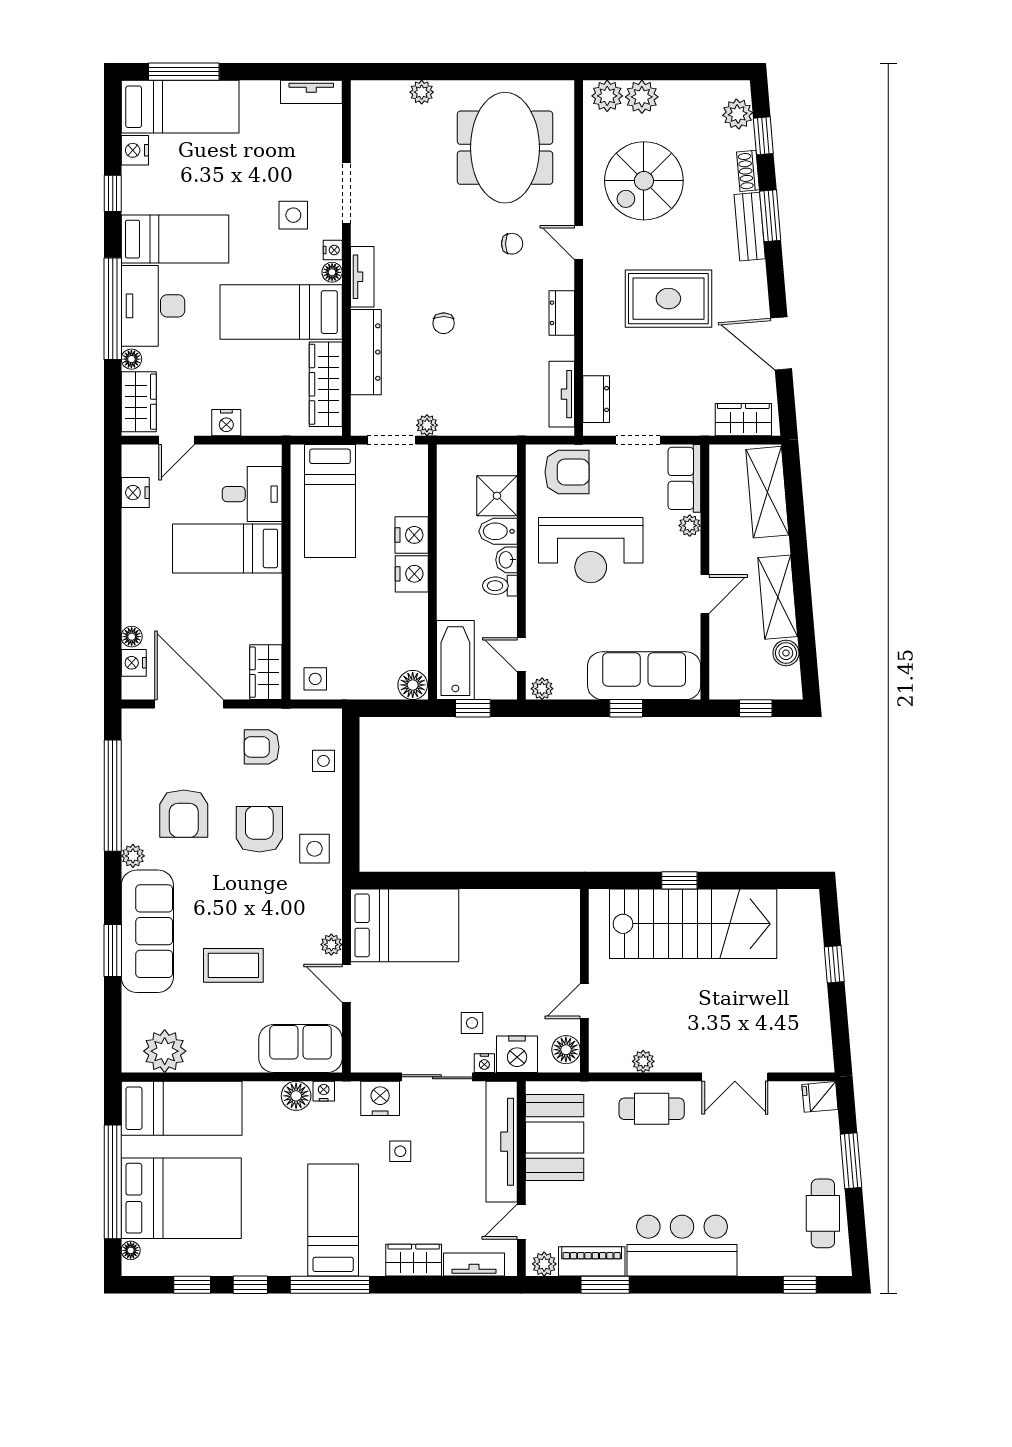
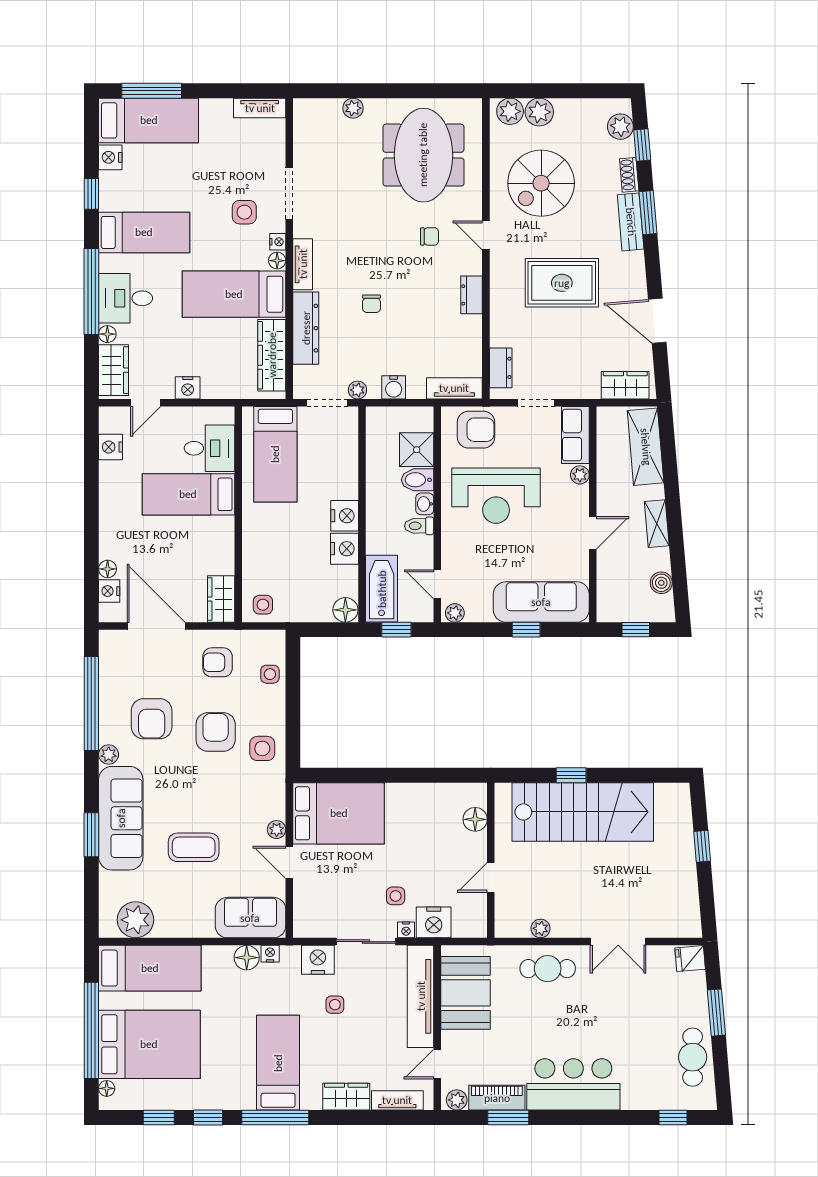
desk: (153, 306) -> (126, 298), width x0.73
tv unit: (562, 394) -> (454, 388), moved, turned 90
water cooler: (470, 422) -> (394, 387), added
nightstand: (412, 535) -> (344, 549), moved
shelving: (778, 597) -> (657, 524), width x0.67, depth x0.75
floor lamp: (566, 1050) -> (475, 819), moved

